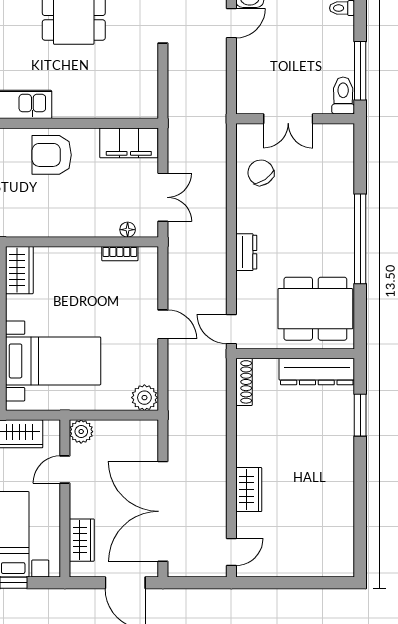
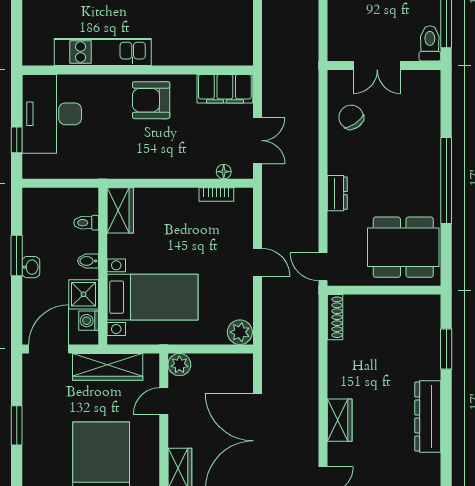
dresser: (317, 372) -> (428, 417), moved, turned 90

